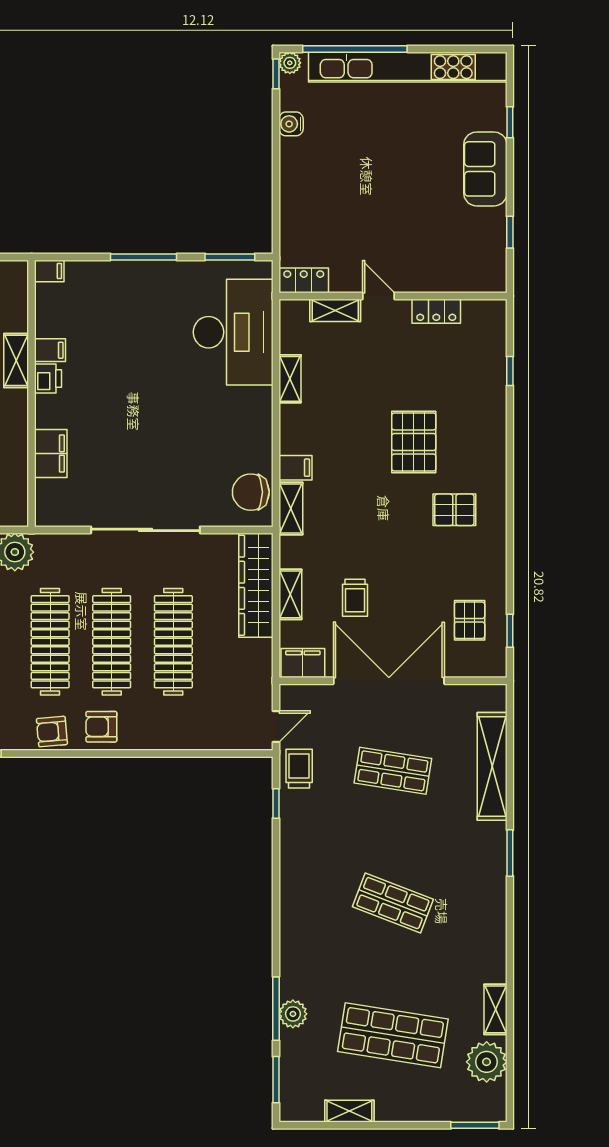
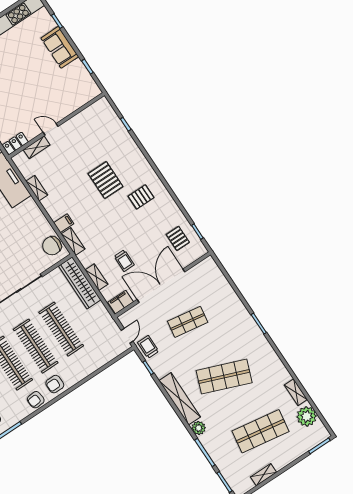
locker: (436, 311) -> (79, 120), removed
shelving: (492, 766) -> (180, 399), moved
shop shelf: (393, 903) -> (224, 377), width x1.43, depth x1.36
plant: (293, 1014) -> (199, 428), moved

